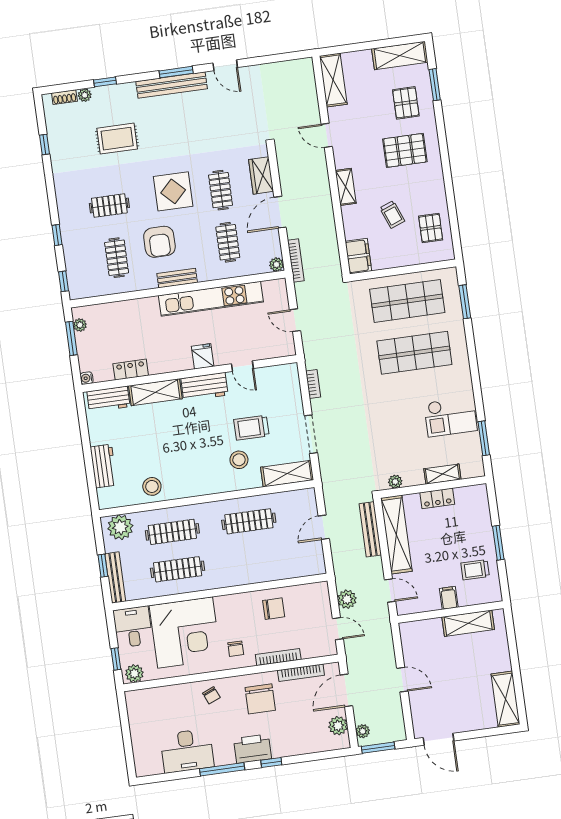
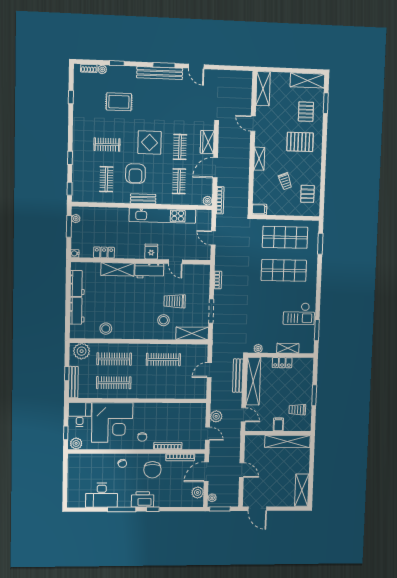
filing cabinet: (358, 256) -> (259, 209), width x0.50
workbench: (108, 399) -> (77, 284), moved, turned -90
chair: (274, 609) -> (170, 416), removed
shelving: (468, 623) -> (287, 441), width x1.47

